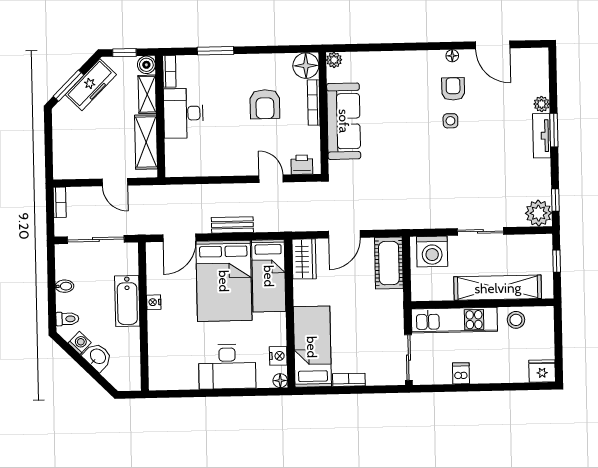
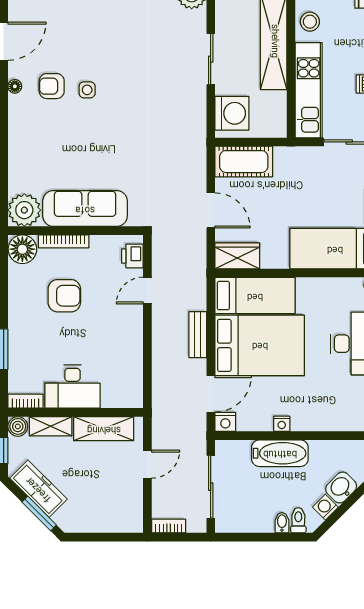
plant: (334, 60) -> (24, 210), width x1.88, depth x1.88
door: (179, 238) -> (211, 394), hinge flipped
bidet: (65, 286) -> (282, 523), moved
nightstand: (278, 356) -> (225, 422), moved, turned 180

